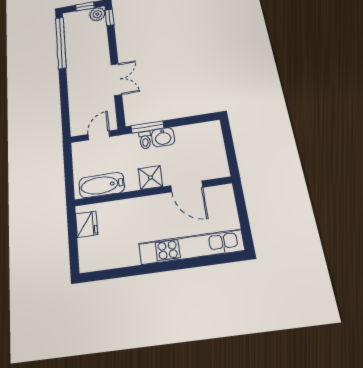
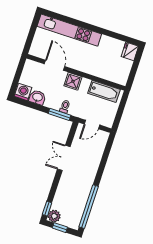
washing machine: (211, 131) -> (23, 92), added
washbasin: (163, 137) -> (37, 97), moved
fridge: (87, 224) -> (130, 51), moved

